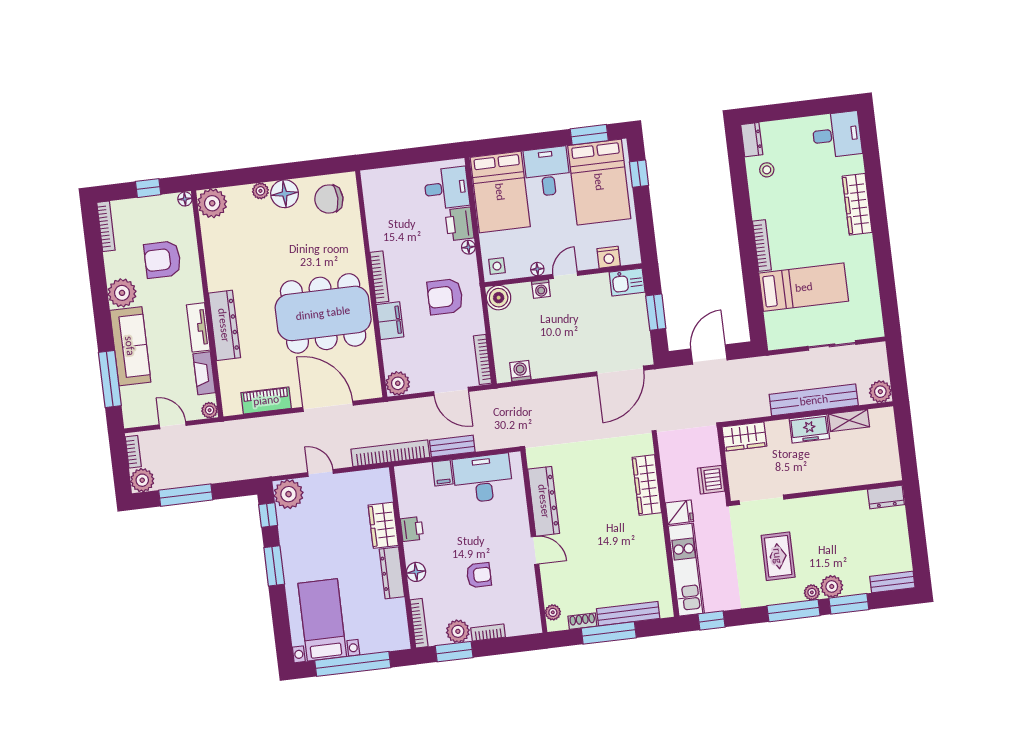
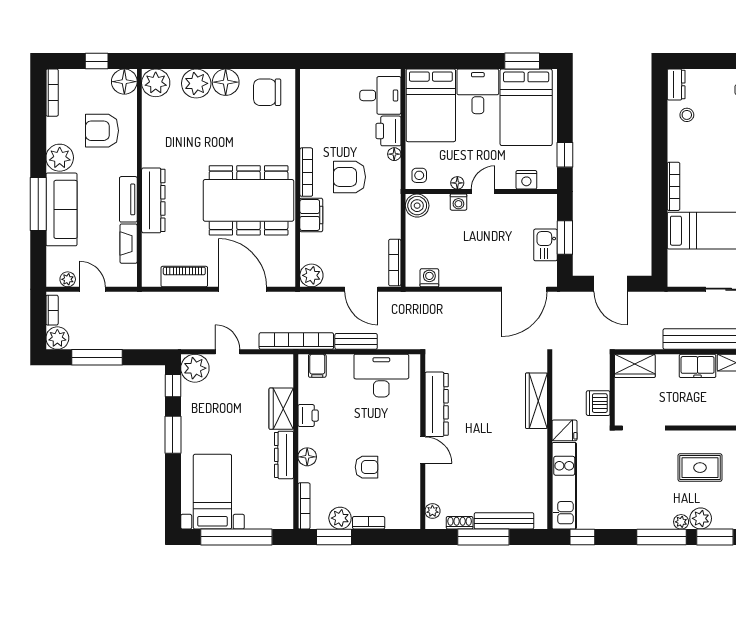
window: (639, 174) -> (565, 155), moved
plant: (260, 191) -> (196, 83), width x1.88, depth x1.88
floor lamp: (185, 199) -> (124, 82), width x1.89, depth x1.89
kitchen sink: (627, 282) -> (545, 245), moved, turned 90
armchair: (445, 297) -> (349, 177), moved
door: (709, 354) -> (611, 284), swing flipped
window: (110, 379) -> (38, 204), moved
plant: (210, 410) -> (68, 279), moved
filing cabinet: (443, 473) -> (317, 366), moved
rug: (778, 556) -> (700, 468), moved, turned 90

